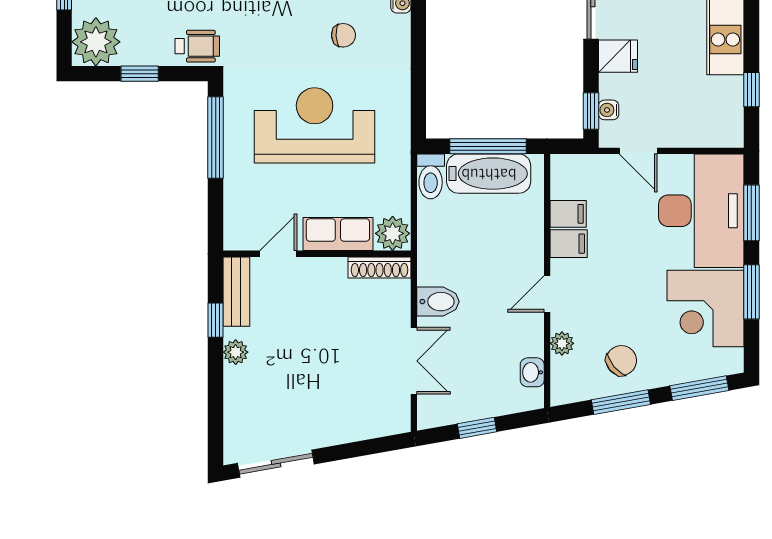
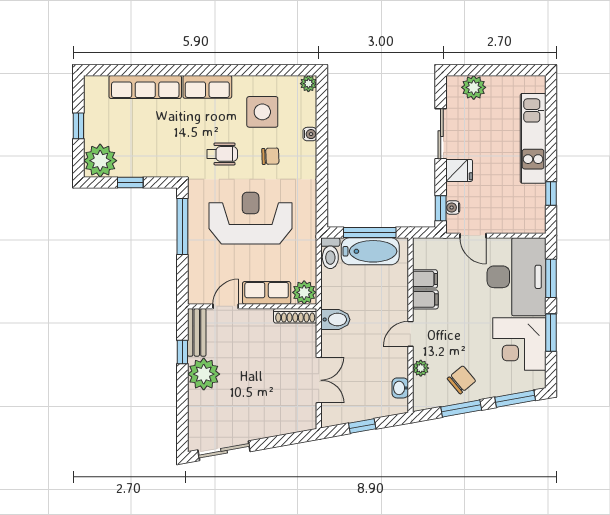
wheelchair: (197, 46) -> (222, 154), moved
bidet: (438, 302) -> (335, 320), moved
plant: (236, 352) -> (204, 374), width x1.88, depth x1.88

